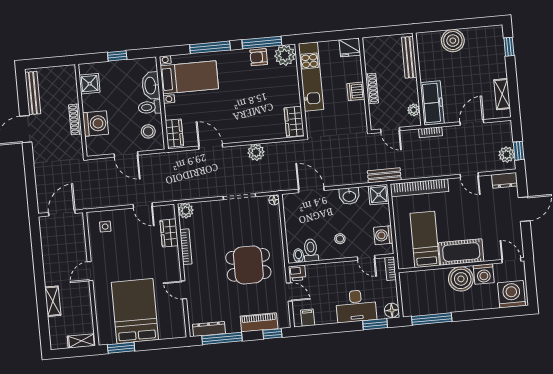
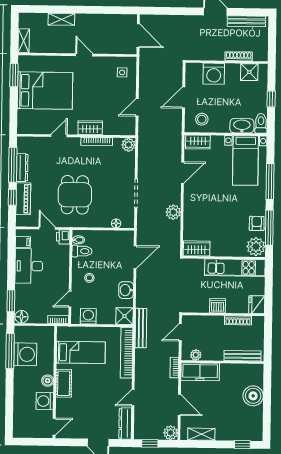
shoe rack: (372, 89) -> (238, 320), moved
toilet: (150, 107) -> (261, 123), moved
shoe rack: (75, 119) -> (239, 56), moved
plant: (507, 155) -> (171, 433), moved
bench: (384, 175) -> (141, 328), width x1.36
dresser: (505, 180) -> (125, 423), width x1.44
floor lamp: (274, 200) -> (116, 223), moved
wardrobe: (169, 233) -> (90, 128), moved
cot: (461, 252) -> (64, 383), width x0.73, depth x0.75
boiler: (461, 279) -> (48, 381), width x0.54, depth x0.54
door: (289, 292) -> (47, 228), swing flipped
washing machine: (512, 294) -> (25, 354), moved
desk: (356, 306) -> (29, 266), moved
dresser: (209, 329) -> (22, 168), moved
window: (272, 334) -> (12, 197), moved

